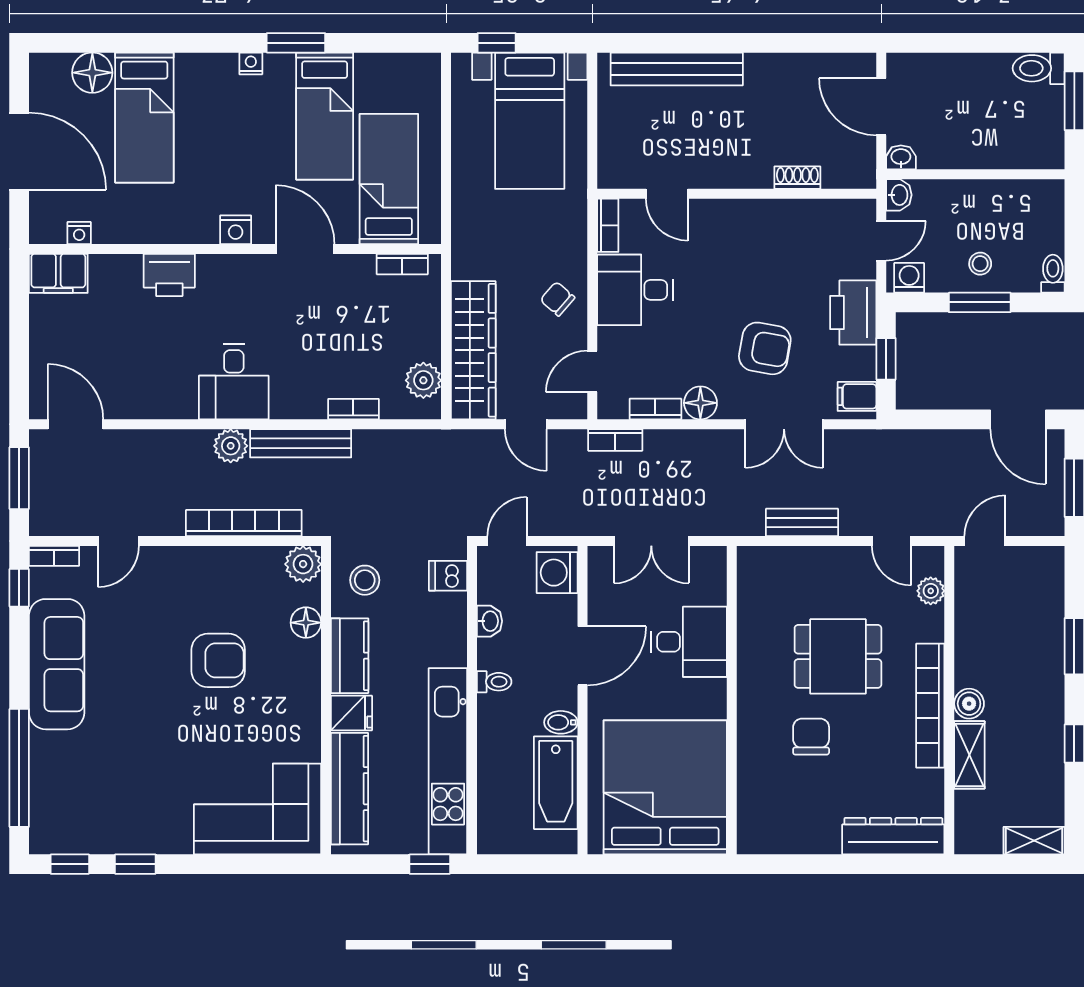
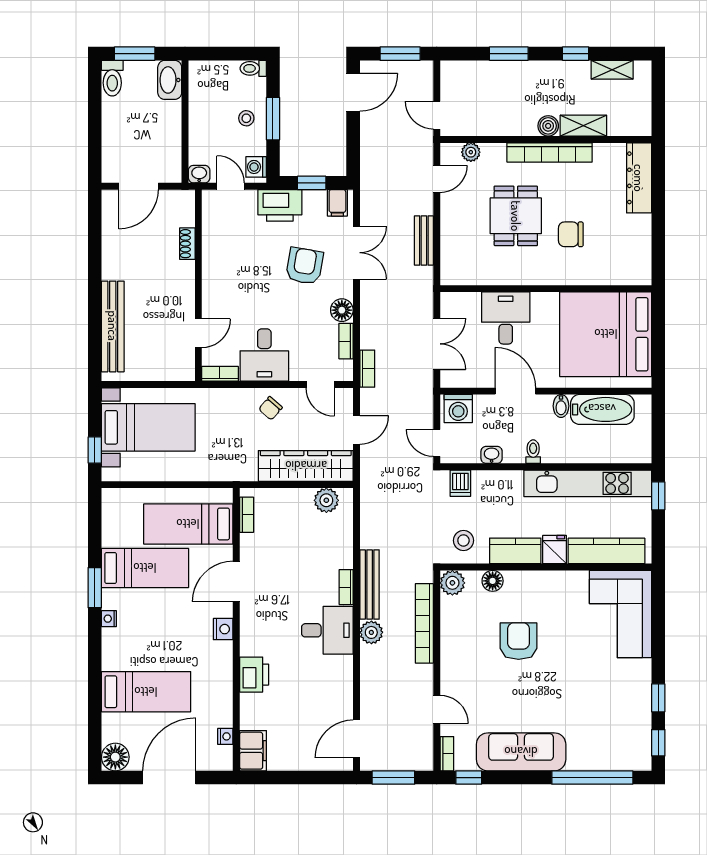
floor lamp: (92, 73) -> (115, 757), moved
washbasin: (901, 157) -> (170, 80), moved, width x1.91, depth x1.45
bookcase: (353, 409) -> (346, 587), moved
shelving: (1034, 841) -> (612, 70), moved, turned 90

